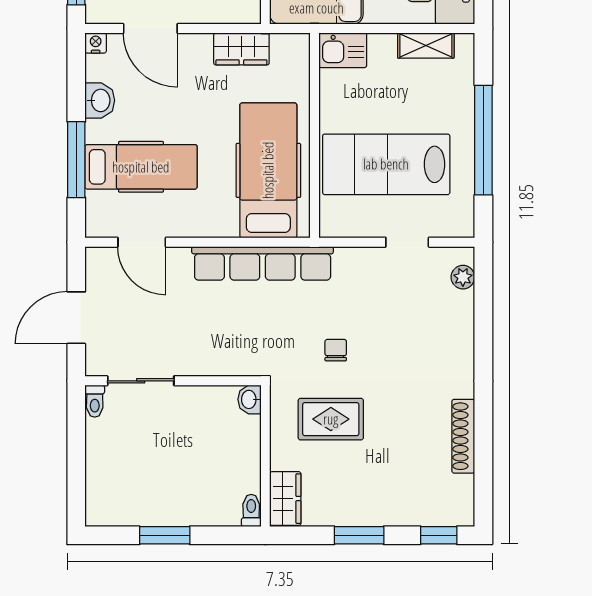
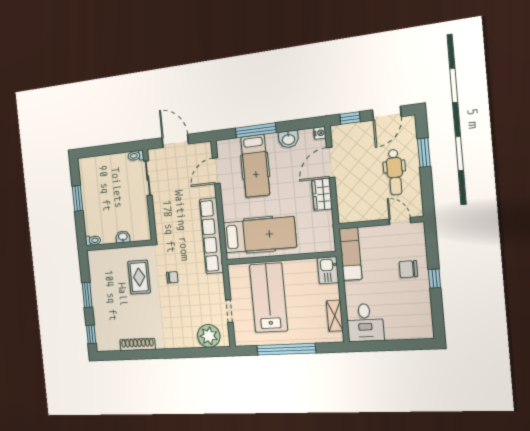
wardrobe: (241, 49) -> (322, 194), moved
plant: (463, 277) -> (209, 336), width x1.88, depth x1.88
washbasin: (249, 399) -> (123, 237), moved
wardrobe: (285, 499) -> (100, 257), removed

